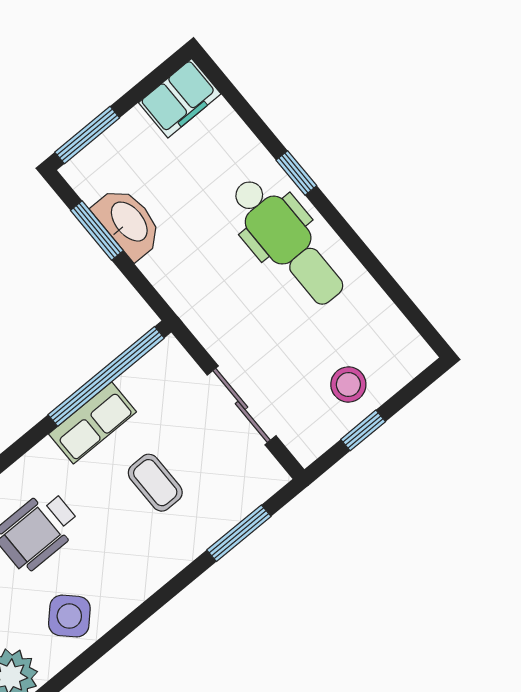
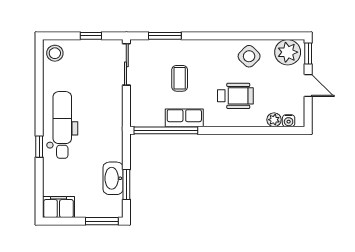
stool: (348, 384) -> (55, 53), moved
sliding door: (242, 405) -> (126, 64), moved

